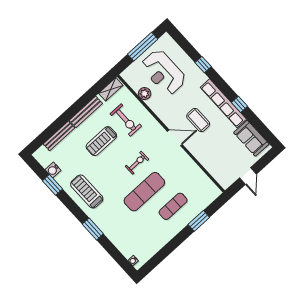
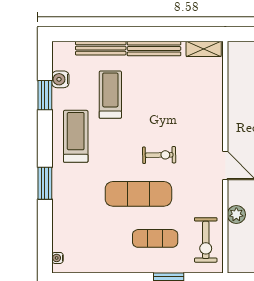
plant: (145, 94) -> (236, 215), moved
exercise bike: (126, 120) -> (206, 240), moved
treadmill: (101, 141) -> (110, 95), moved, turned 90

